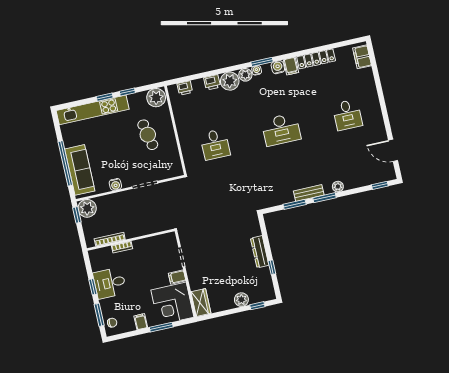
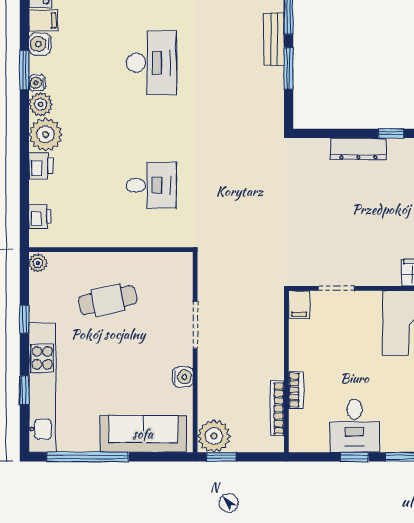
window: (105, 97) -> (24, 390), moved
plant: (156, 98) -> (38, 263), width x0.53, depth x0.53
window: (65, 163) -> (88, 457), moved
filing cabinet: (177, 277) -> (299, 304), moved

